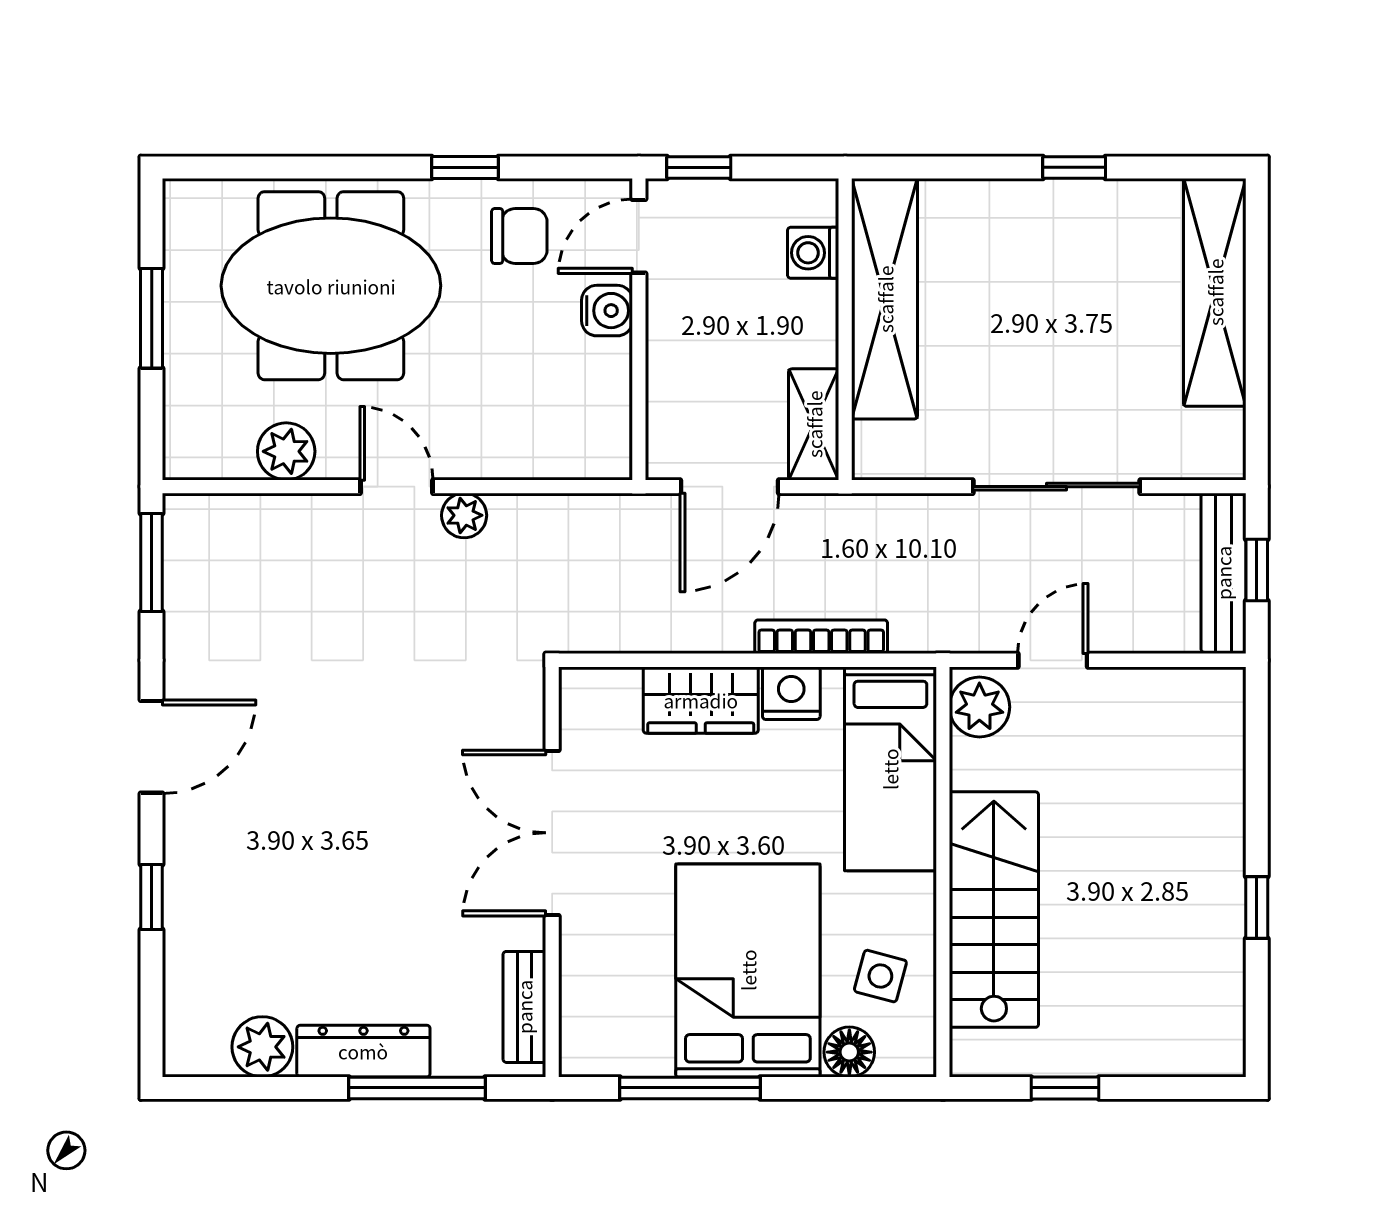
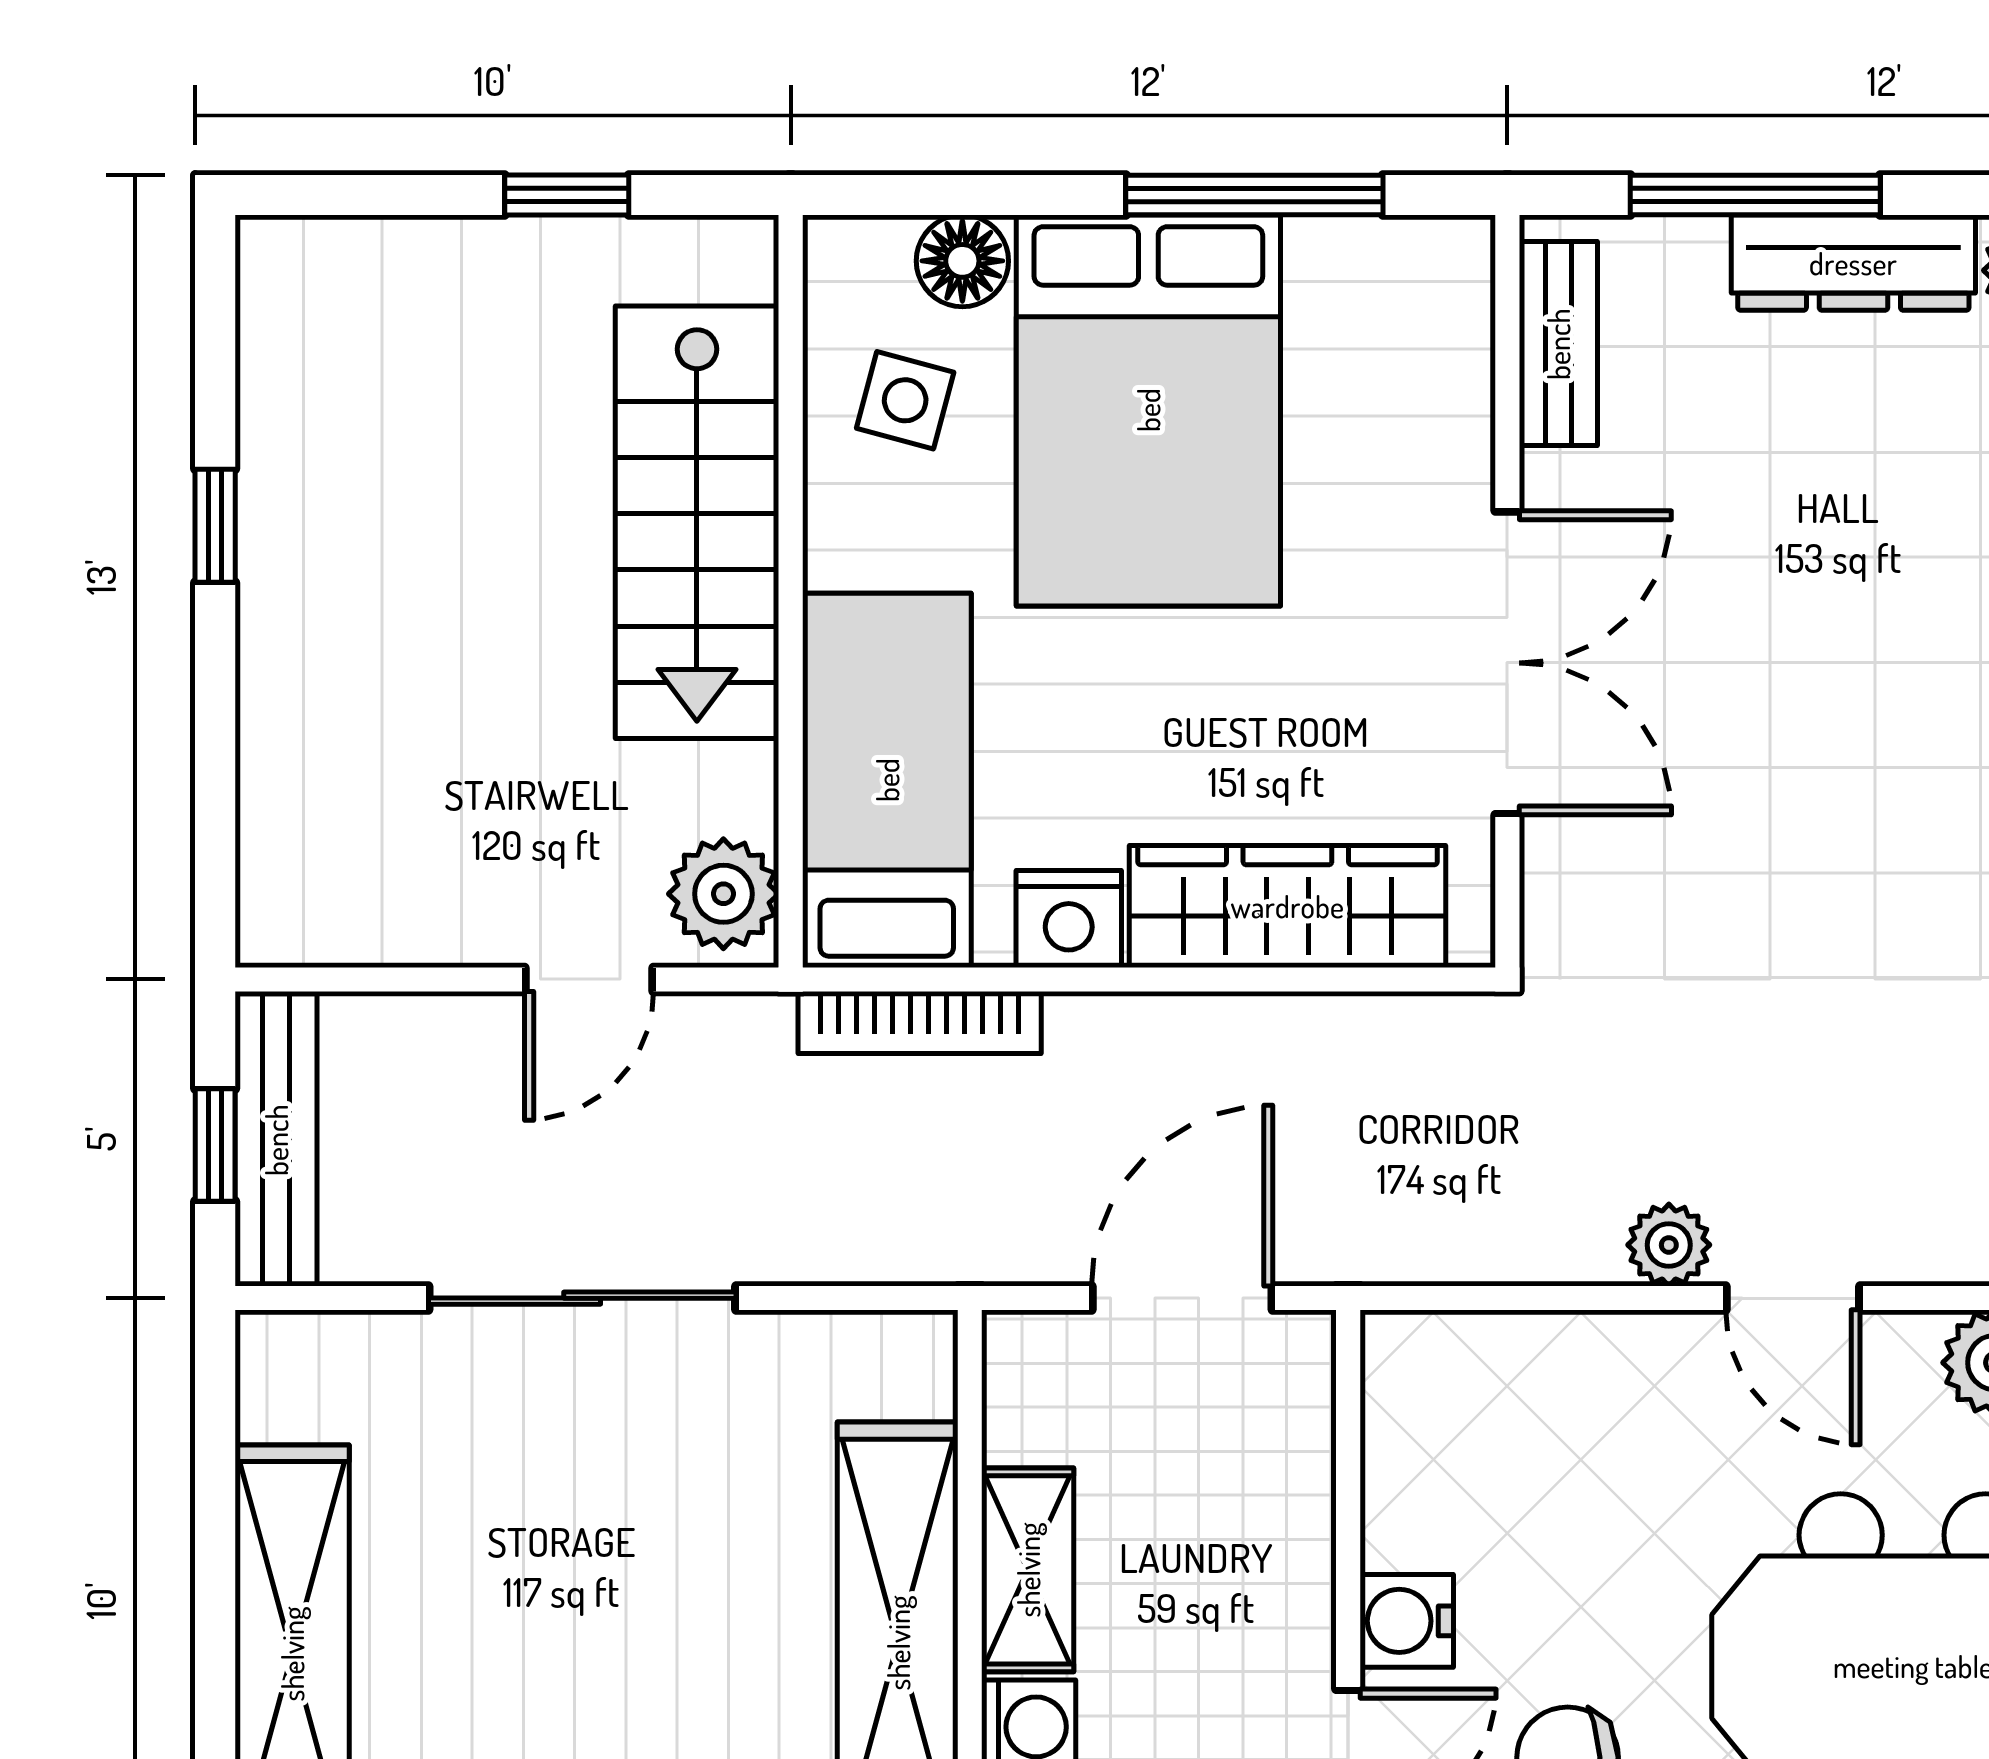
shelving: (814, 424) -> (1028, 1570), moved
bookcase: (821, 637) -> (920, 1023), moved
wardrobe: (701, 700) -> (1287, 906), width x1.50

